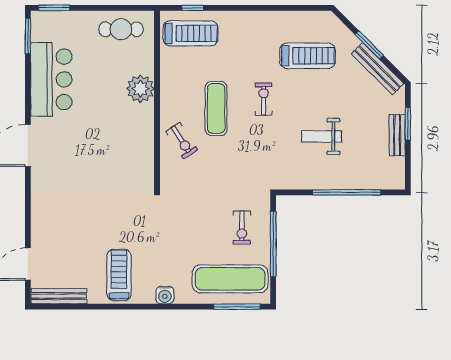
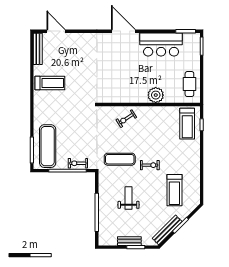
exercise mat: (216, 108) -> (120, 159), moved
exercise bike: (242, 227) -> (78, 163), moved
water cooler: (165, 295) -> (38, 109), removed

